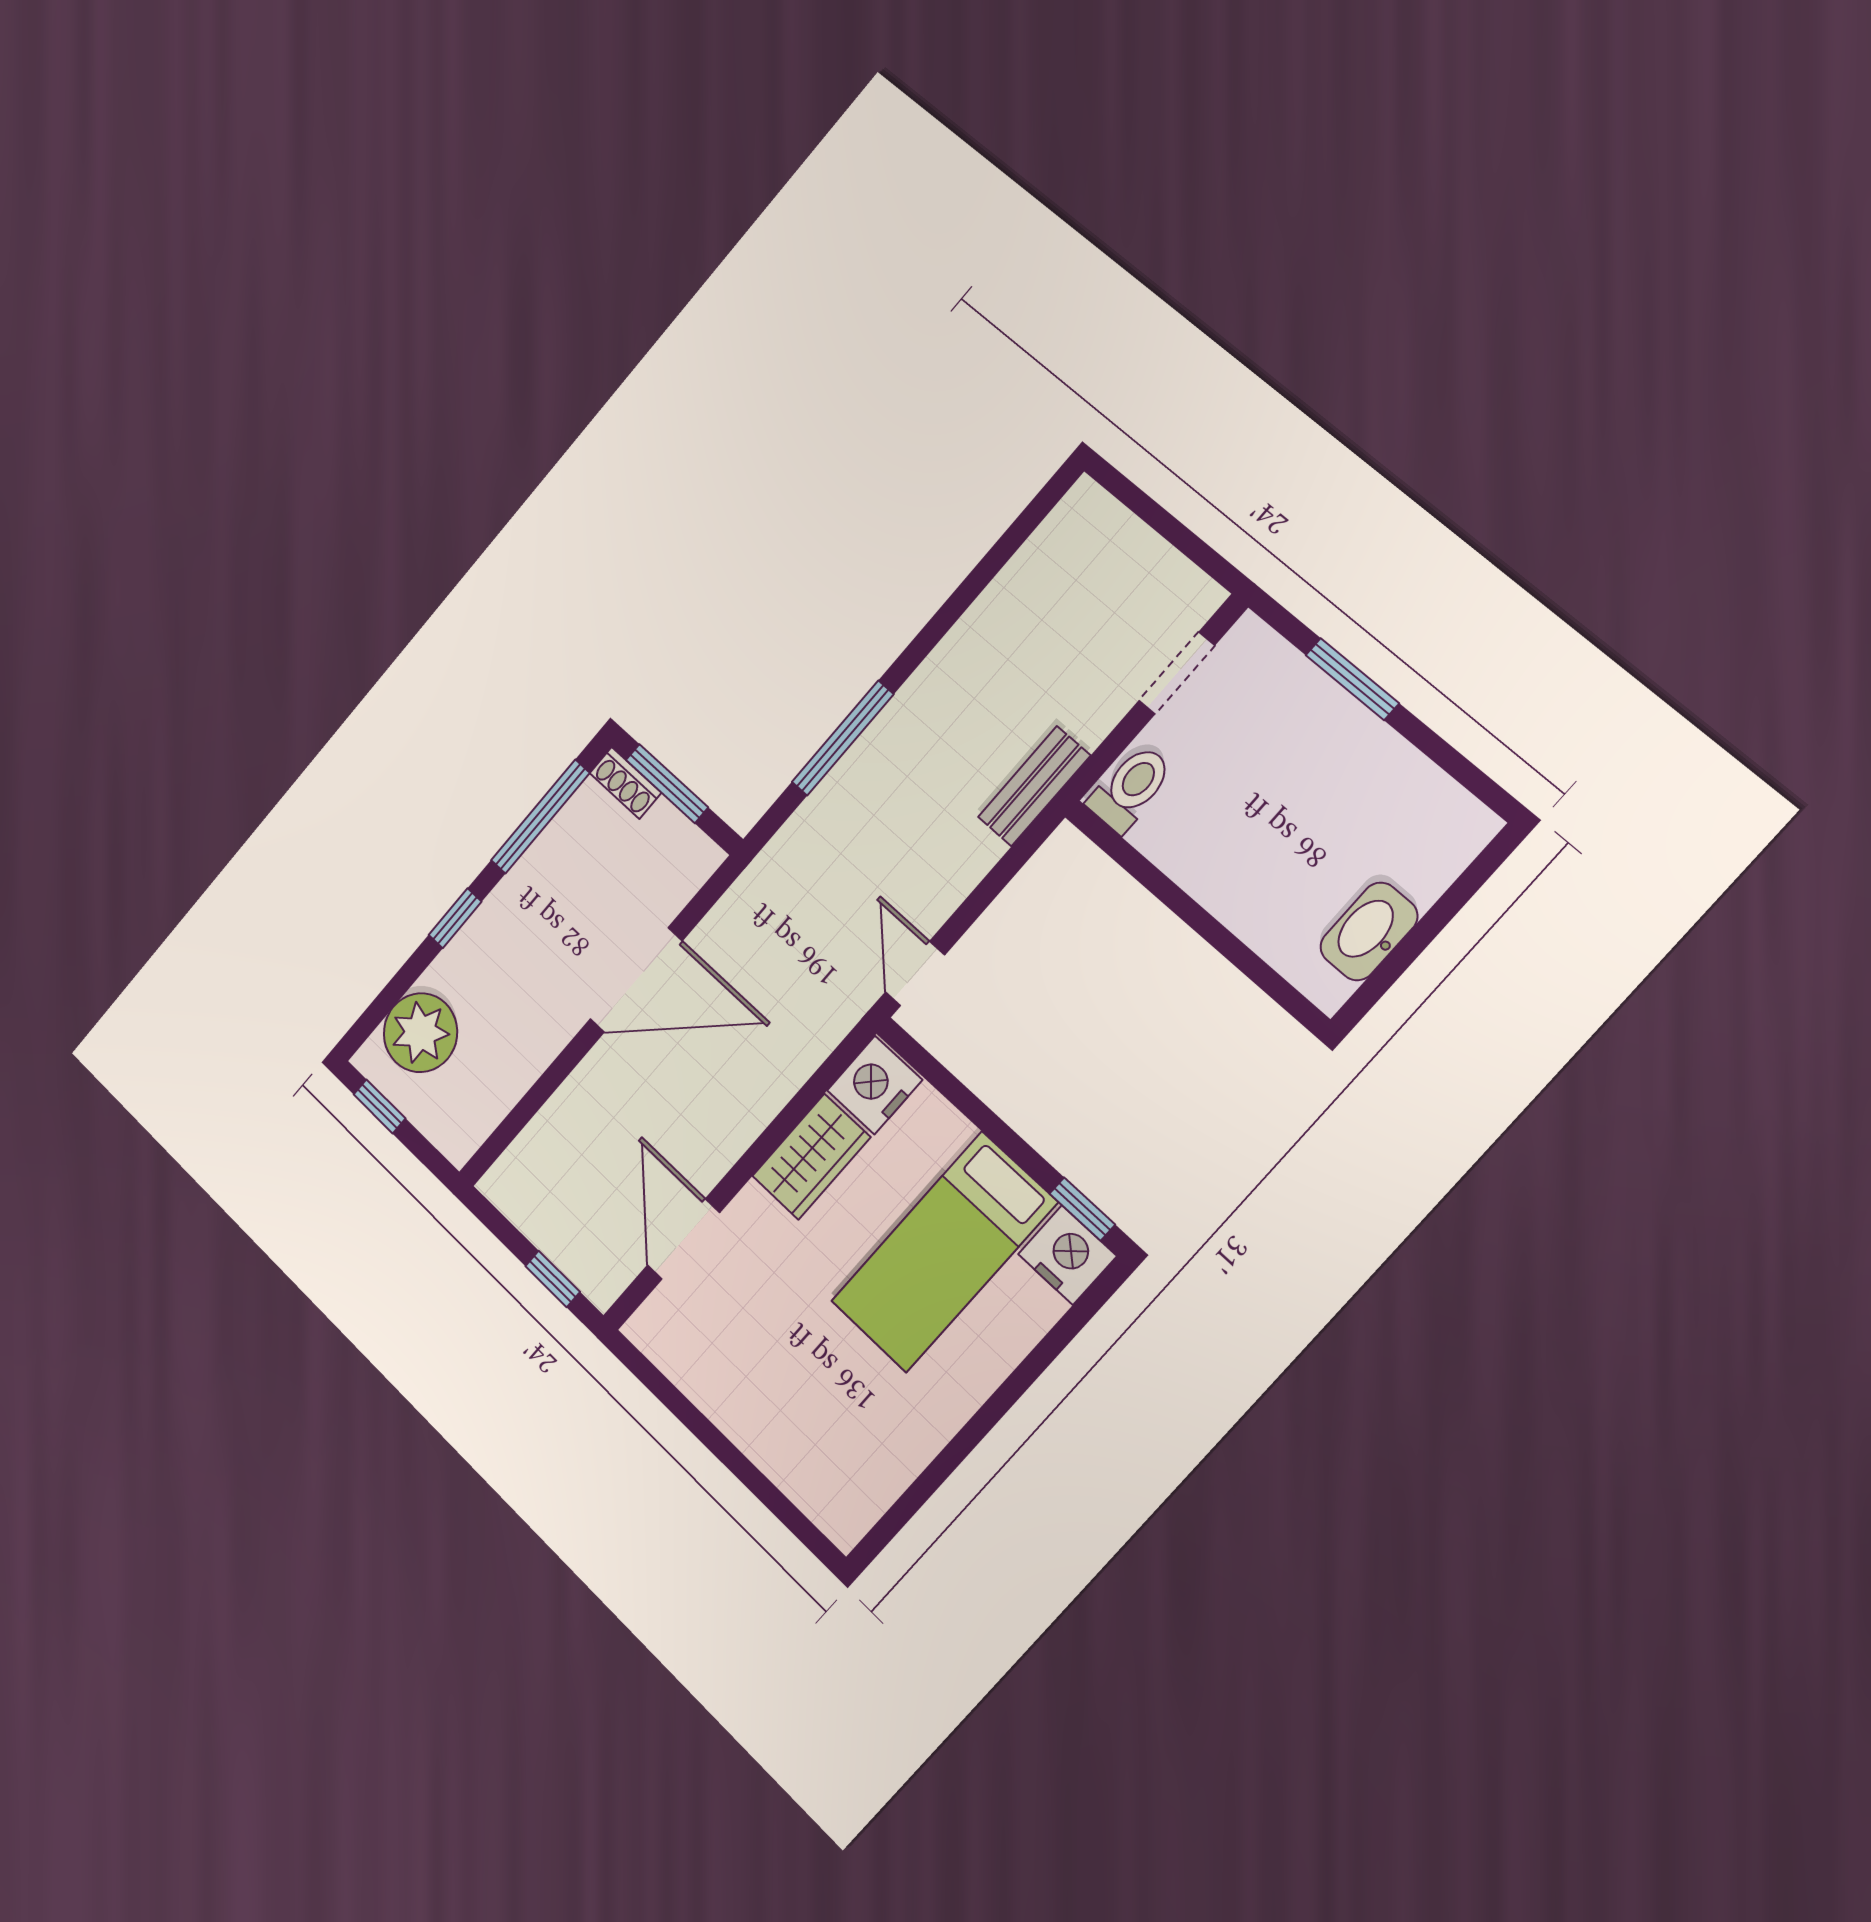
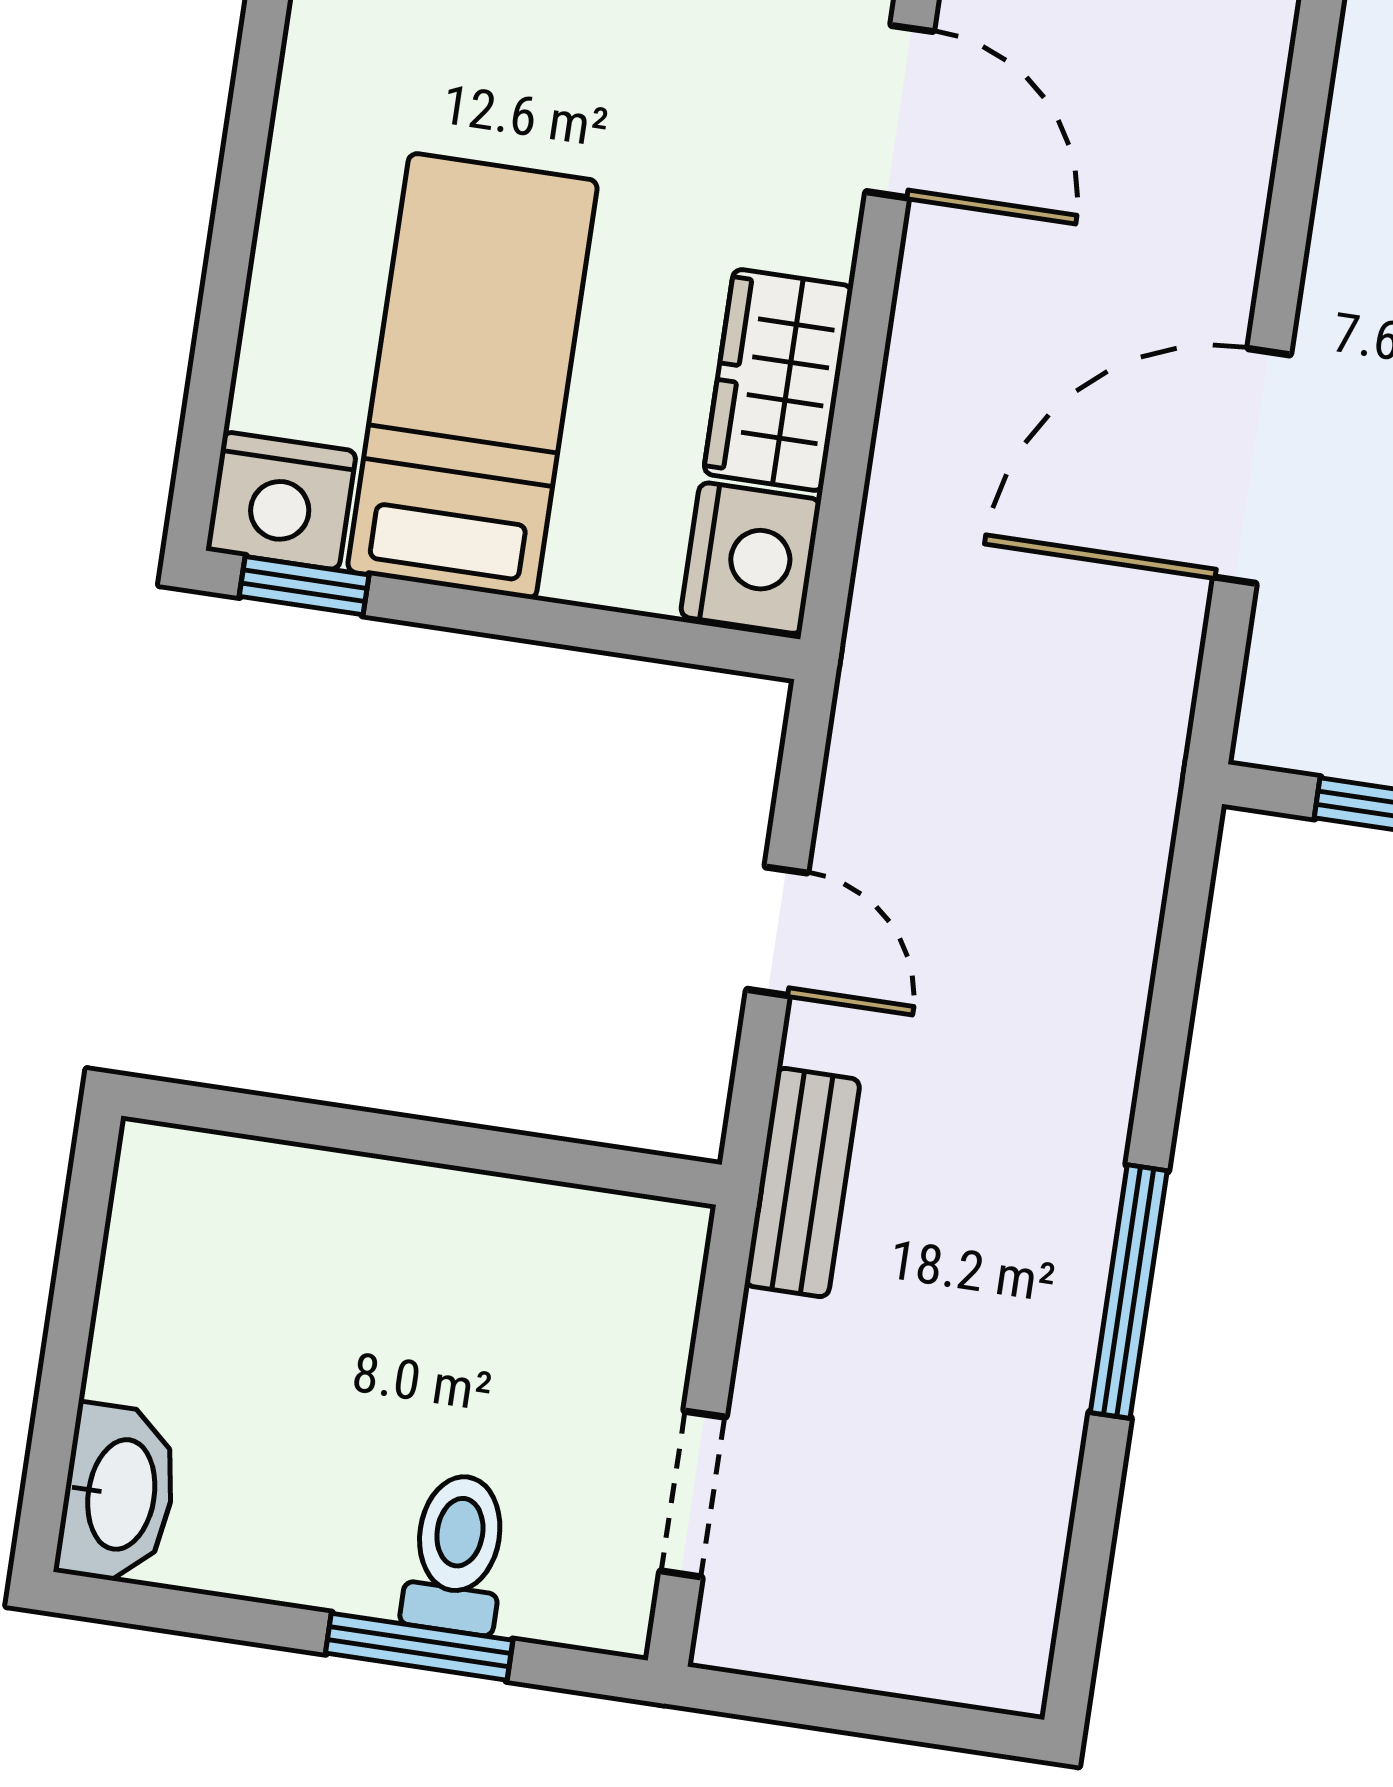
window: (843, 738) -> (1129, 1292), moved
toilet: (1130, 788) -> (457, 1554), moved, turned 180
washbasin: (1369, 931) -> (118, 1494), moved
door: (915, 973) -> (777, 931), moved

